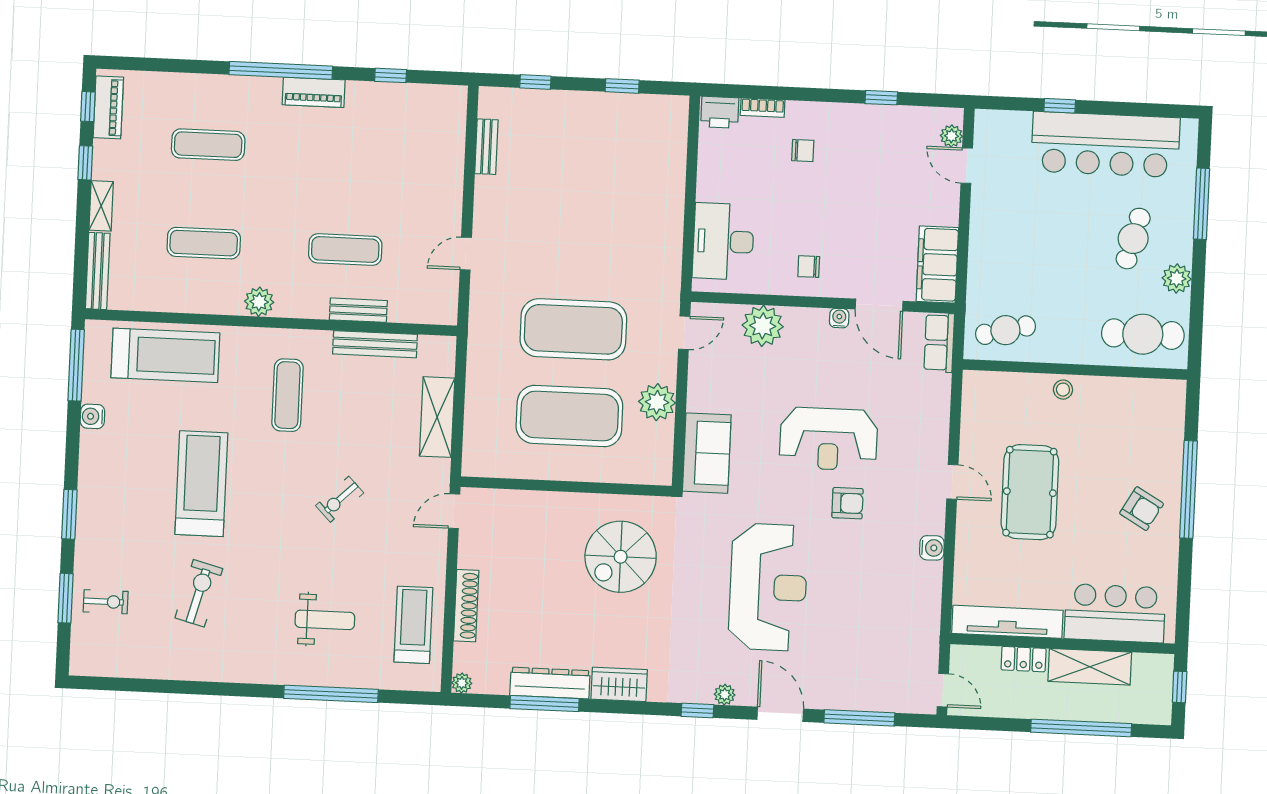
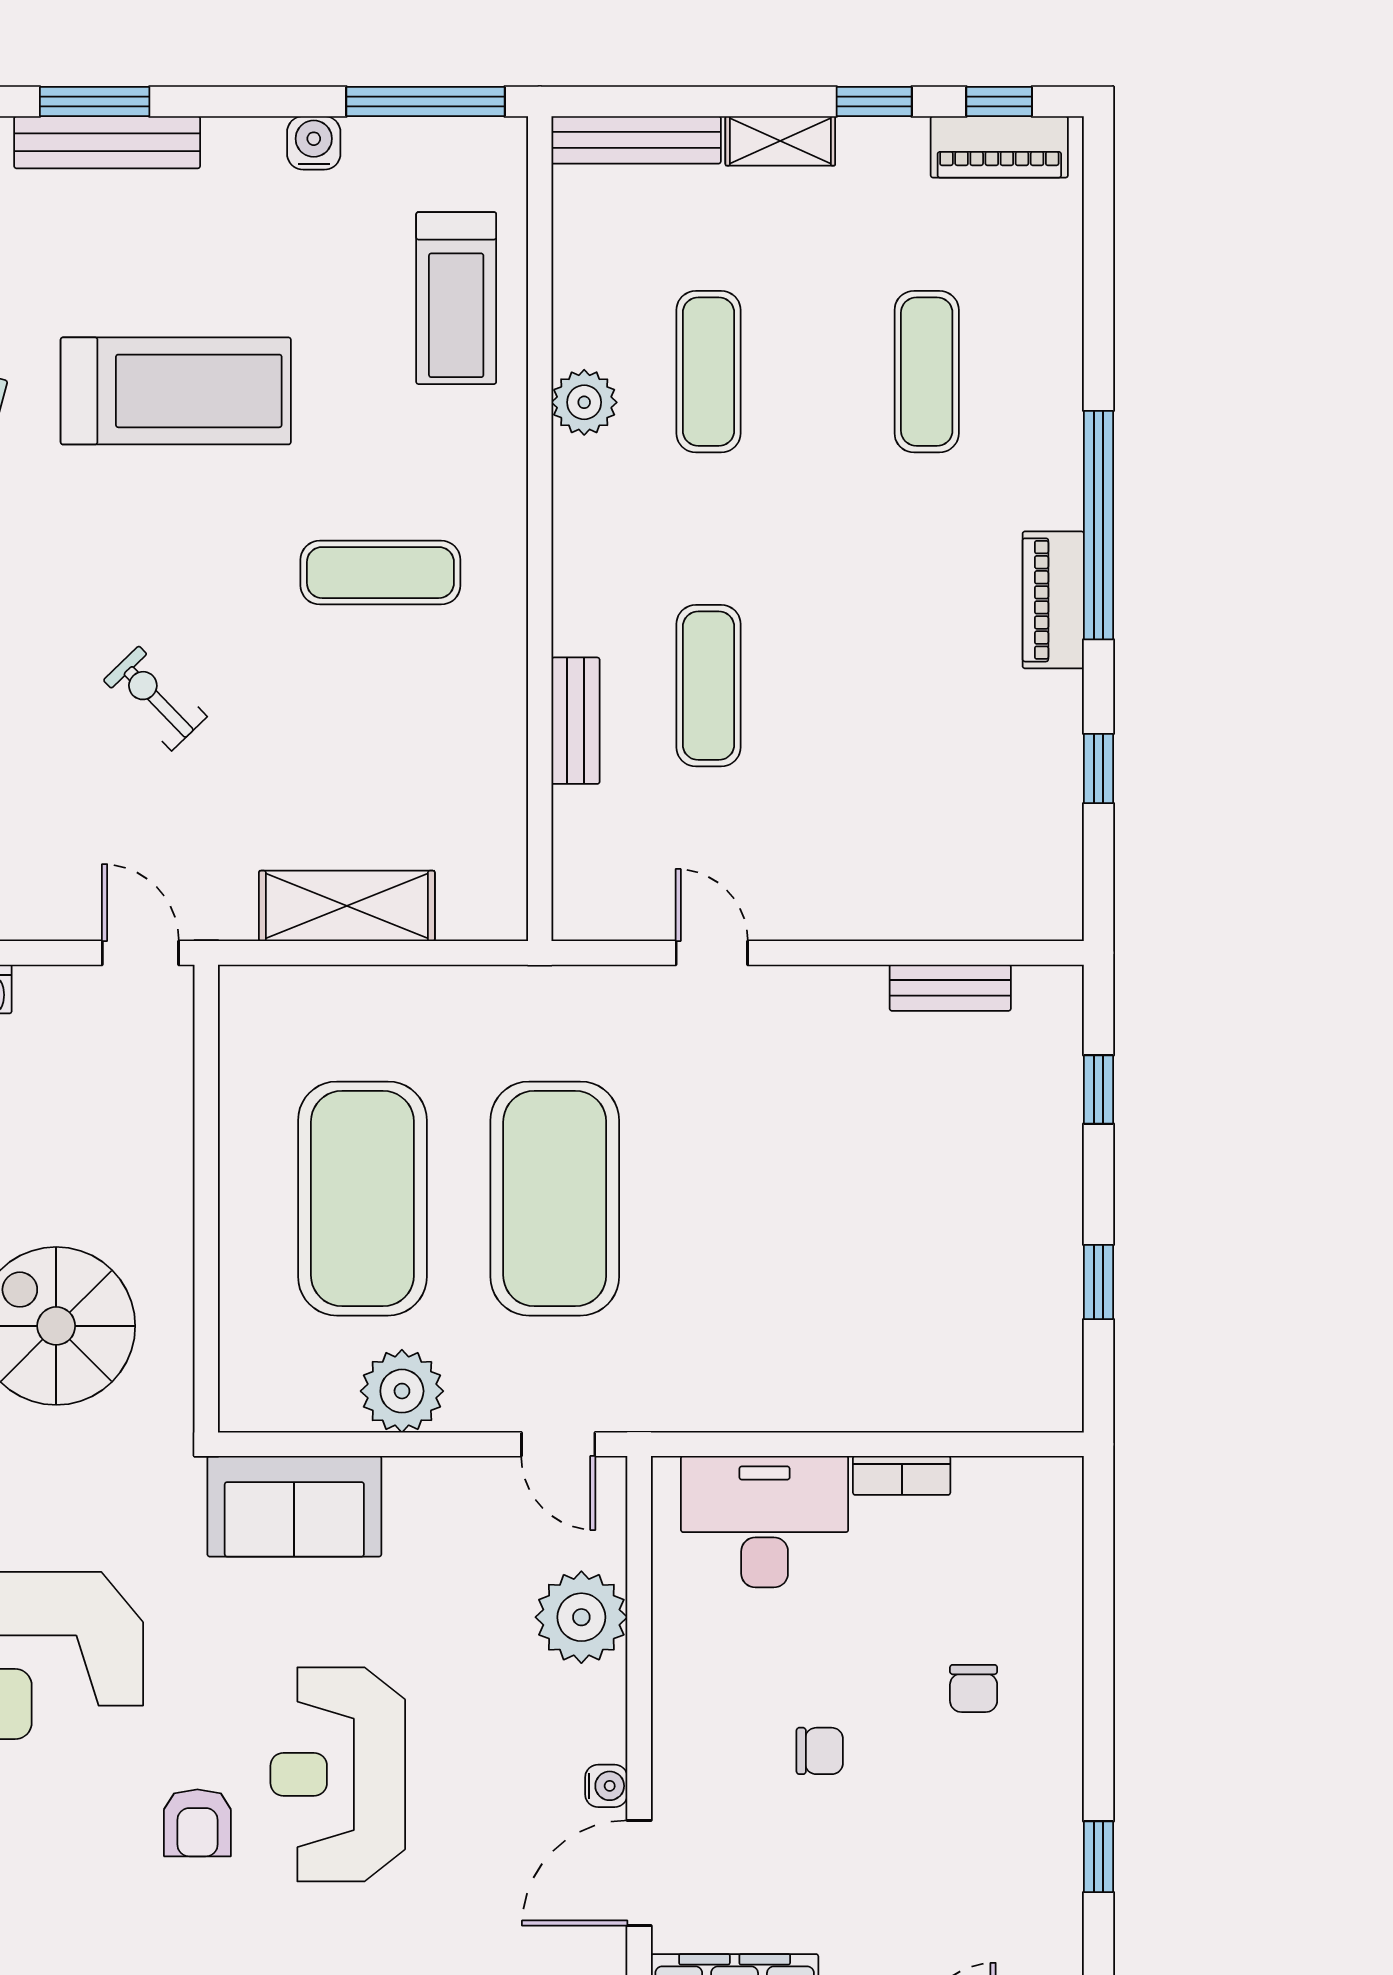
bookcase: (763, 108) -> (902, 1475), moved, turned -90
printer: (720, 112) -> (1050, 1501), removed
chair: (809, 267) -> (820, 1751), moved, turned 90
plant: (259, 302) -> (584, 402), moved
bench: (375, 344) -> (107, 142), moved, turned 90
treadmill: (165, 355) -> (456, 298), width x0.73, depth x0.73

